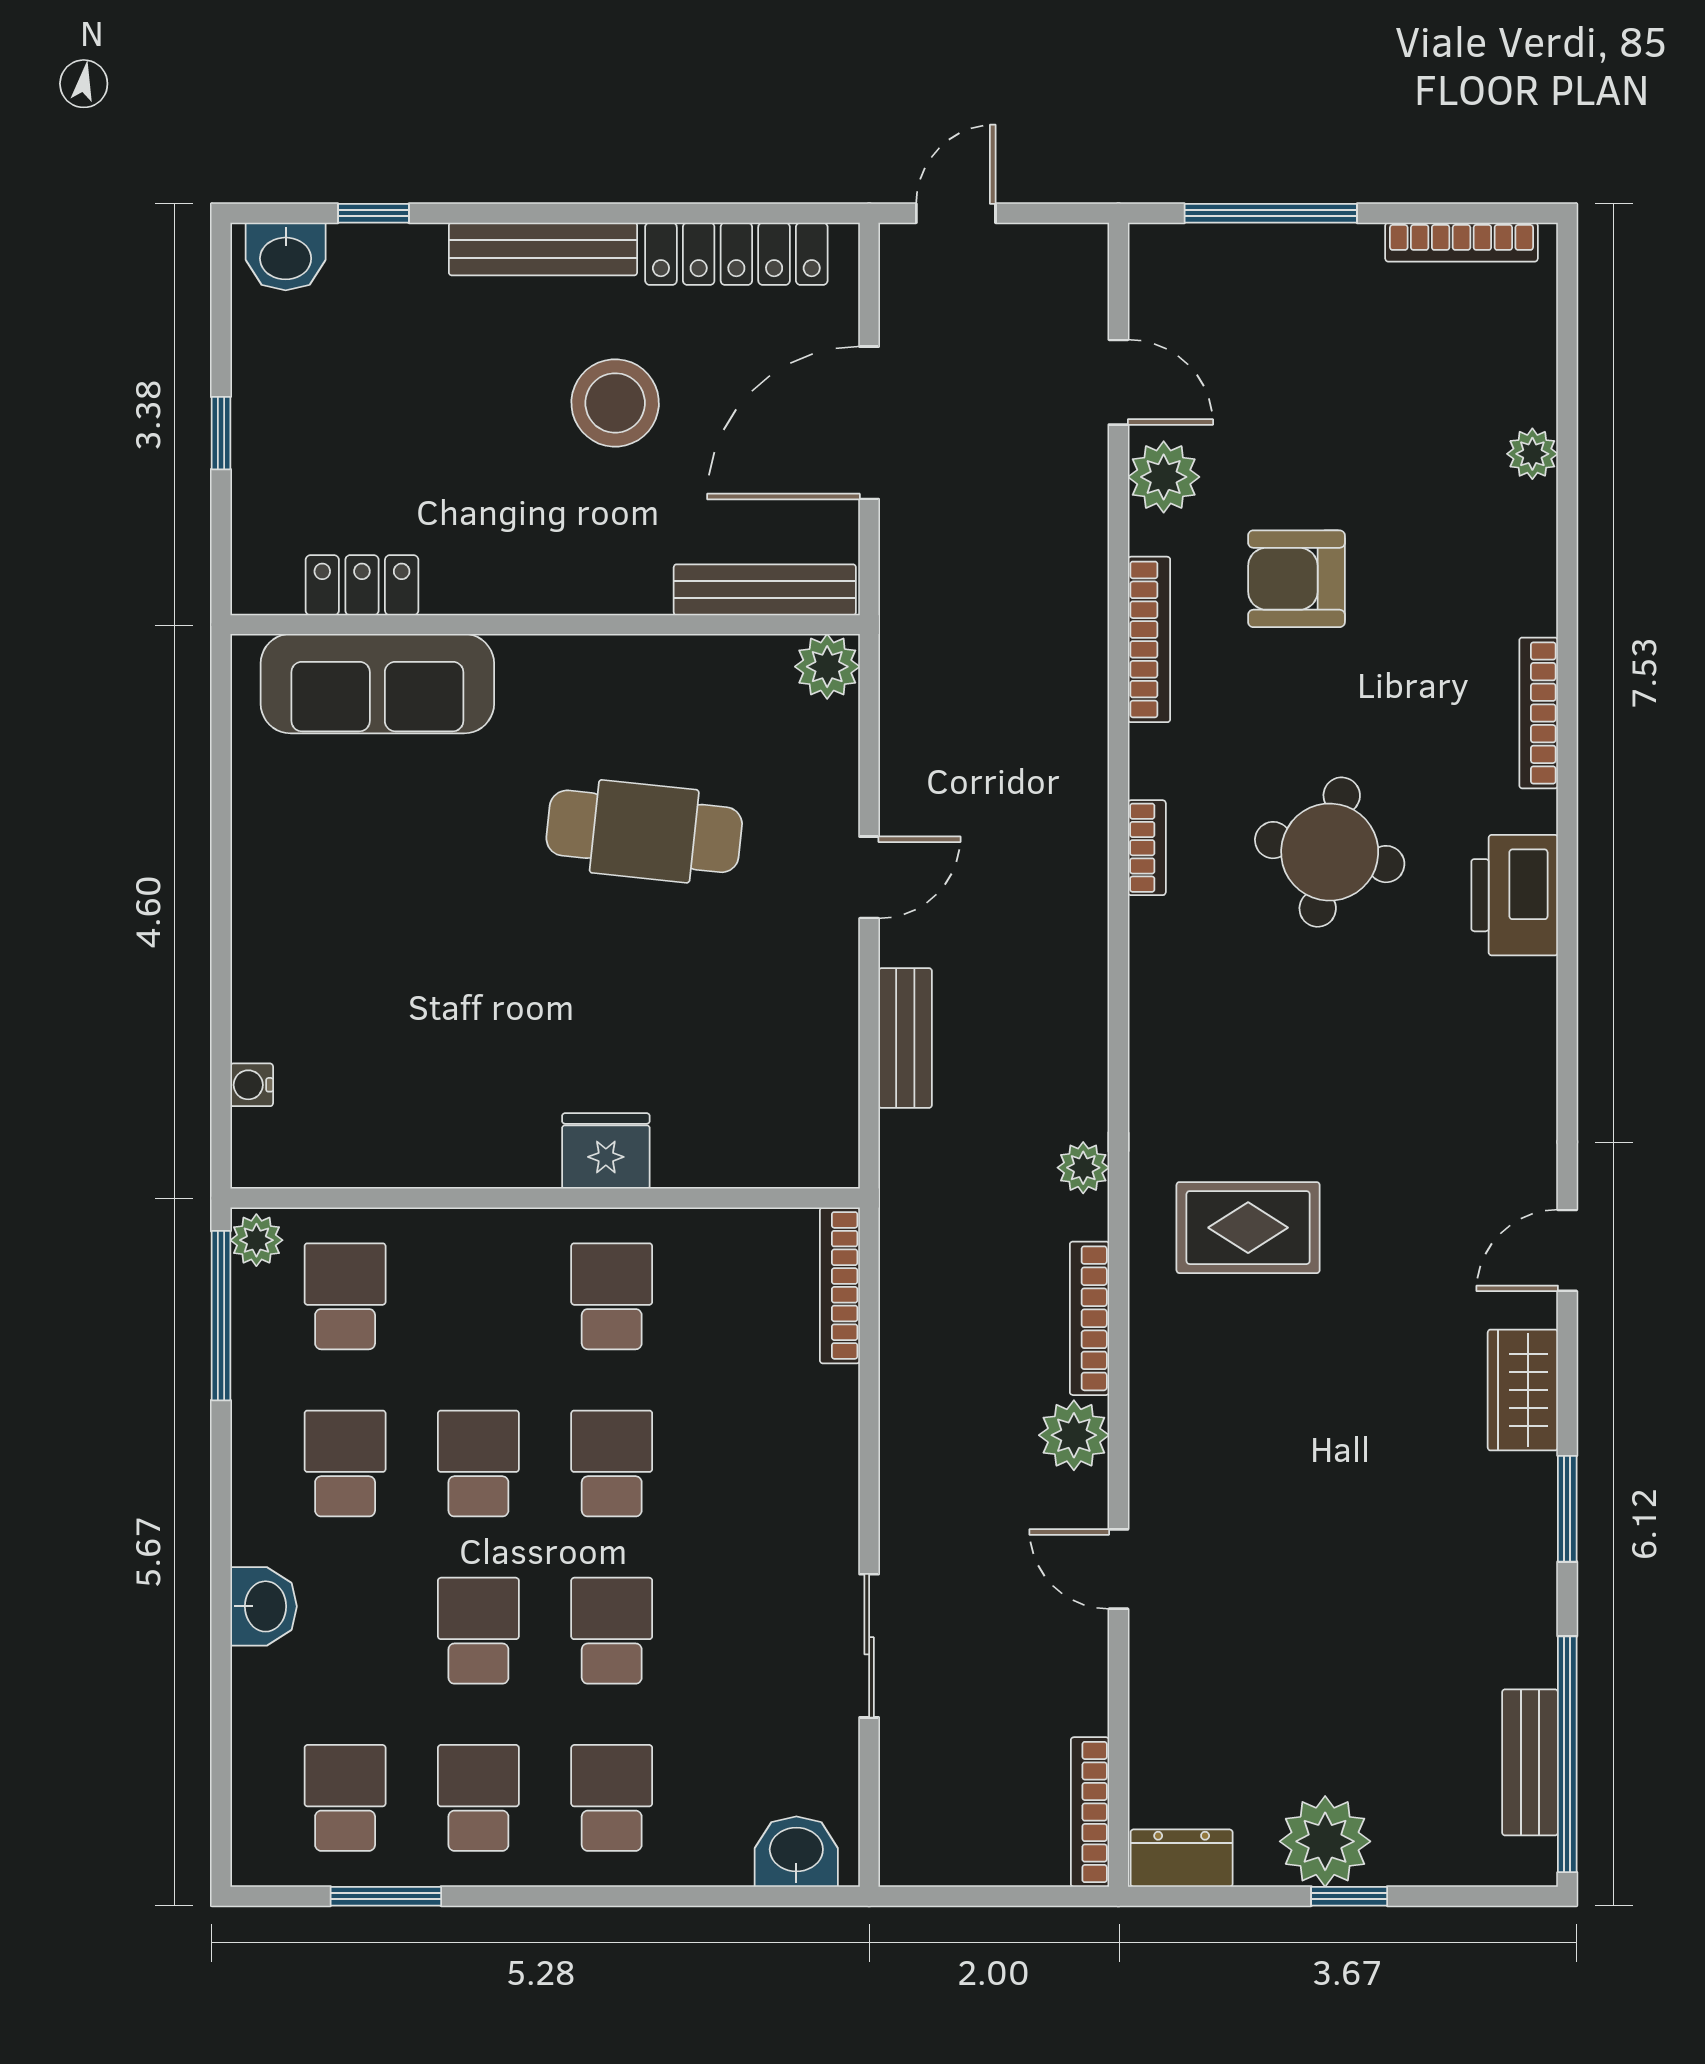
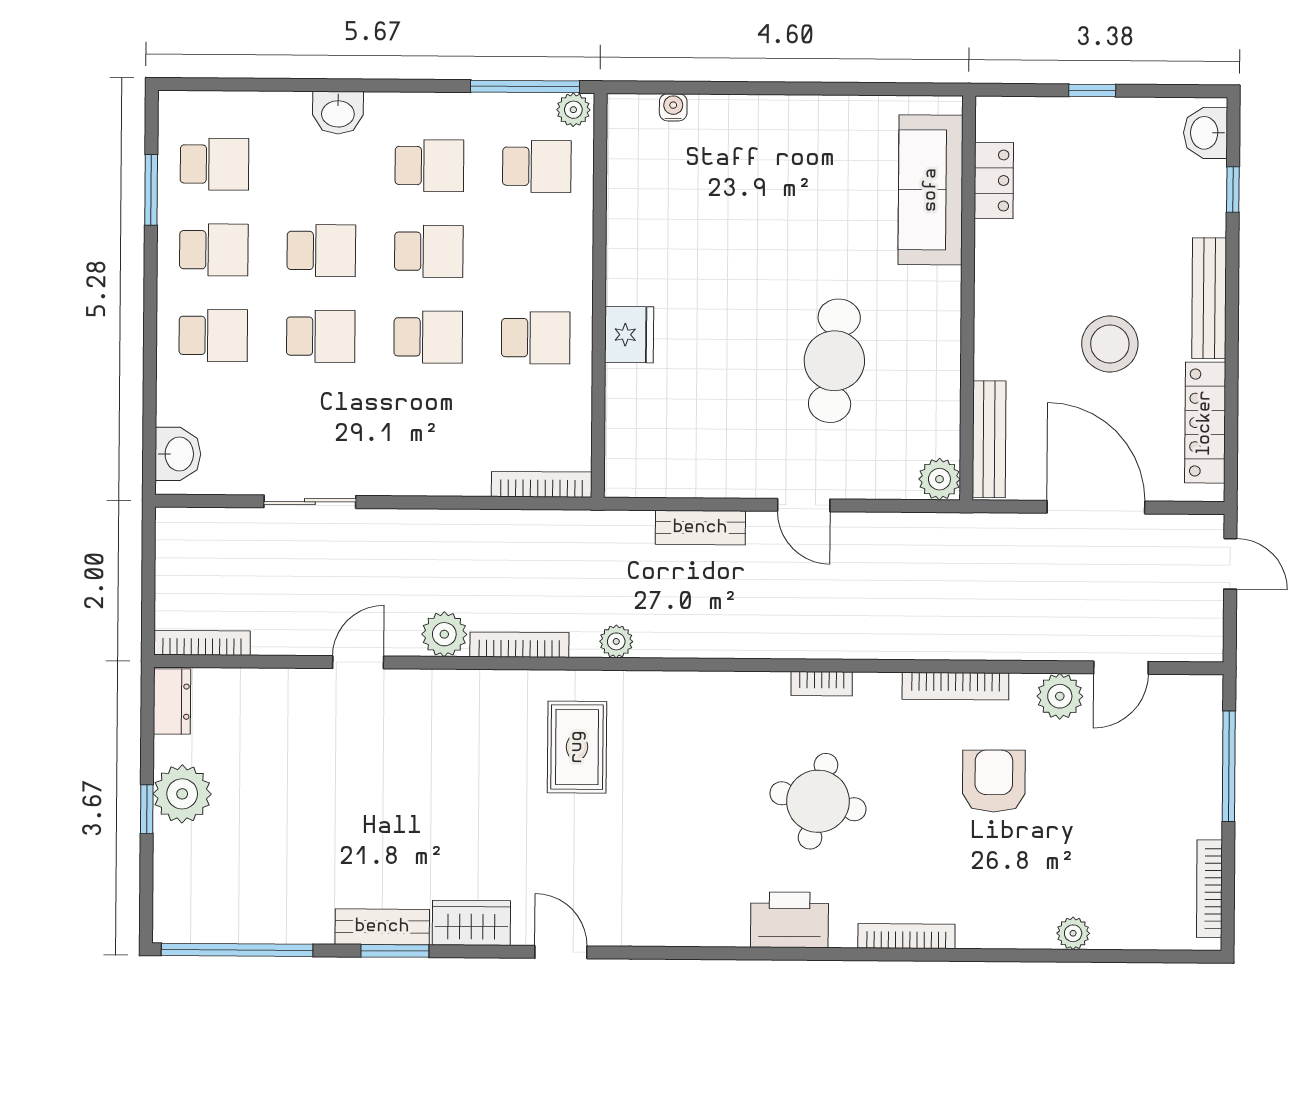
bench: (1530, 1762) -> (382, 927), moved

